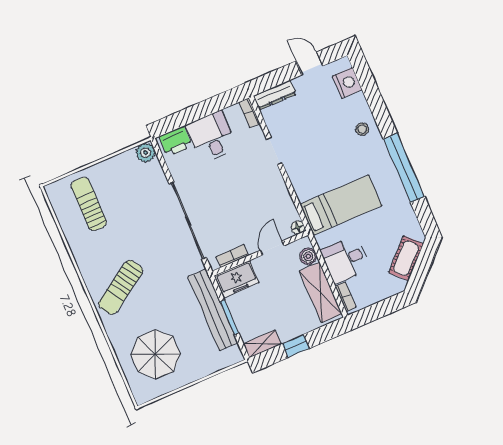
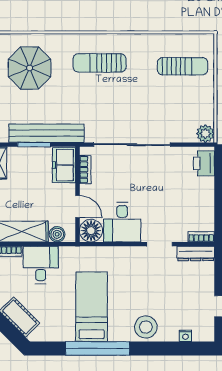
nightstand: (347, 83) -> (185, 336), width x0.53, depth x0.56
dresser: (275, 95) -> (196, 253), moved, turned -90
stool: (362, 129) -> (146, 327), width x1.89, depth x1.89
desk: (212, 137) -> (122, 222), moved, turned 90
bed: (341, 205) -> (92, 307), moved, turned 180
floor lamp: (298, 227) -> (91, 231), width x1.89, depth x1.89
sun lounger: (121, 287) -> (100, 63), turned -57

